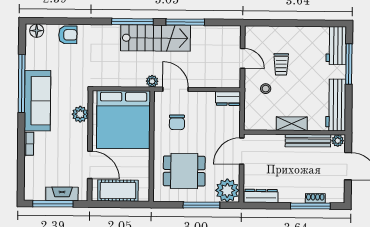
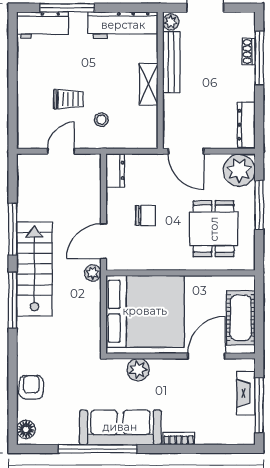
chair: (177, 122) -> (146, 216), moved

